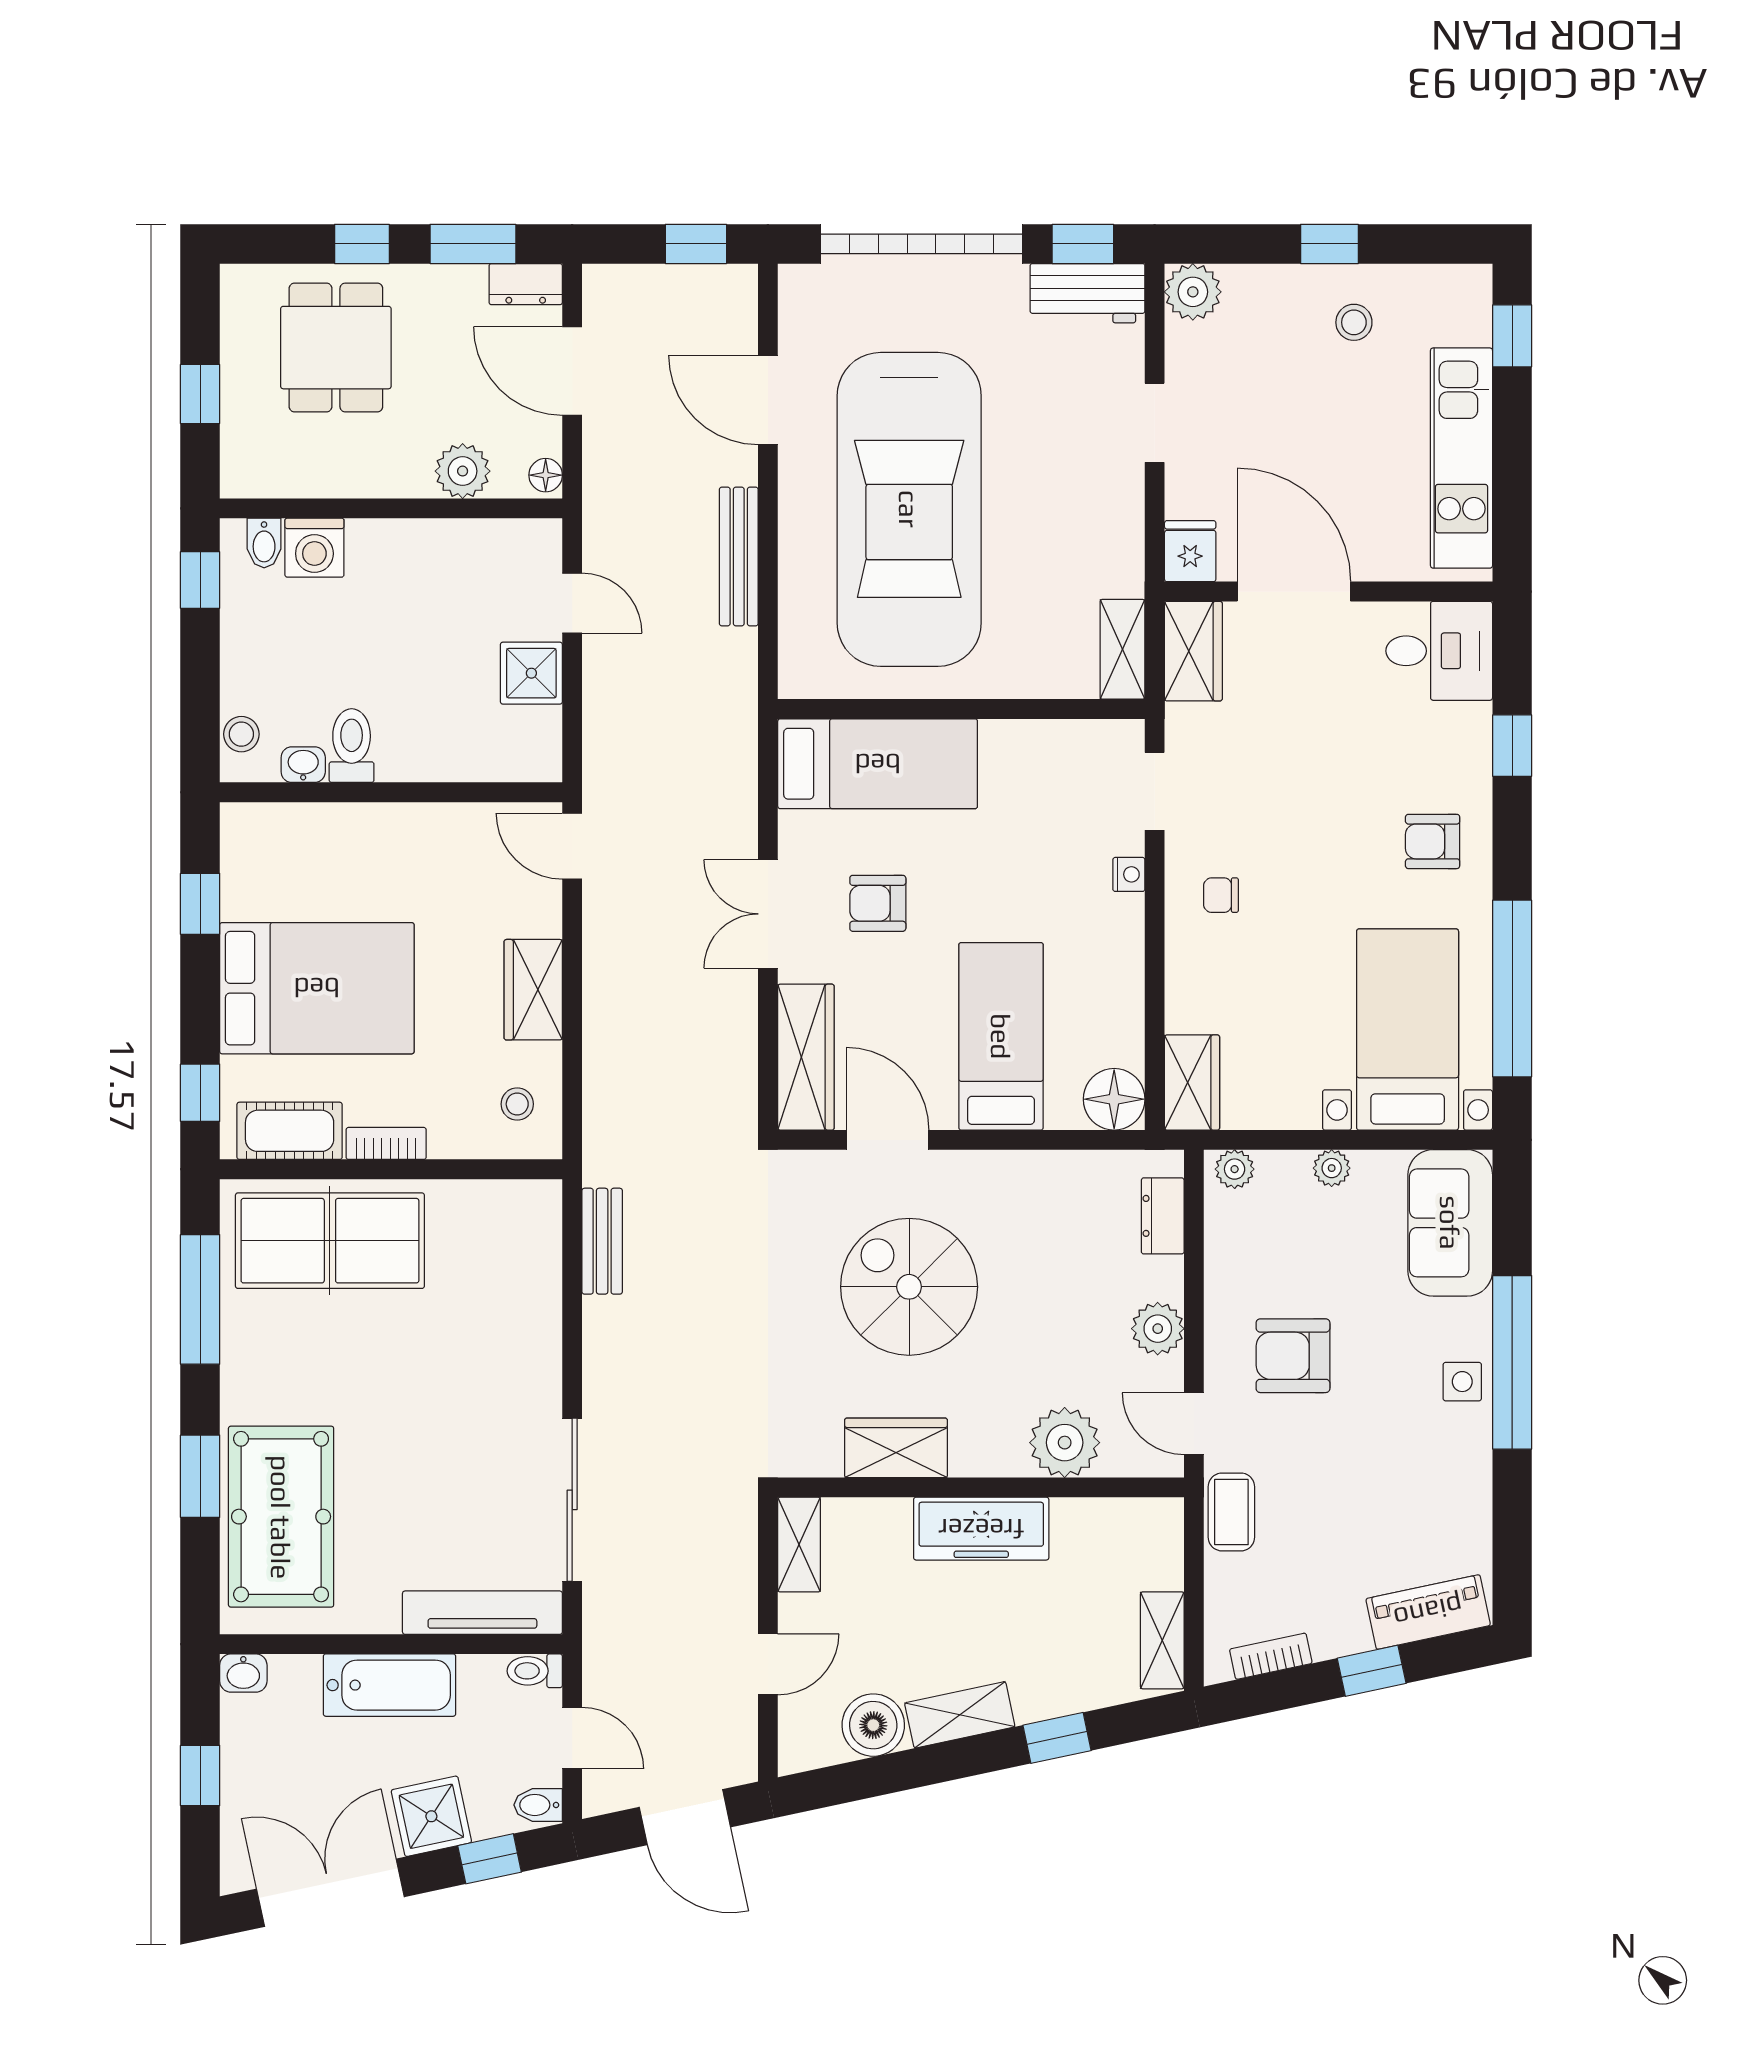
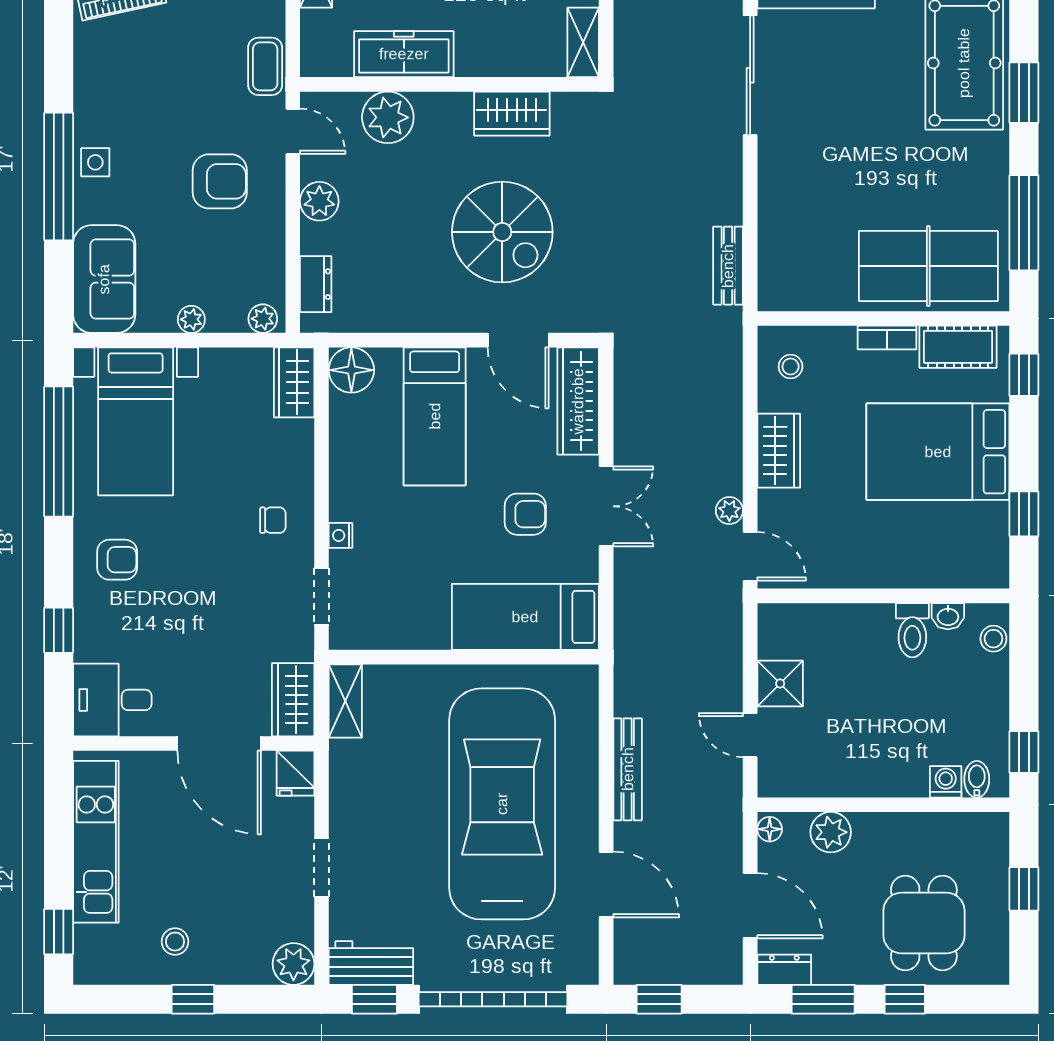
washing machine: (314, 548) -> (946, 782), width x0.73, depth x0.73
plant: (600, 908) -> (729, 511), added
freezer: (981, 1529) -> (404, 54), moved

